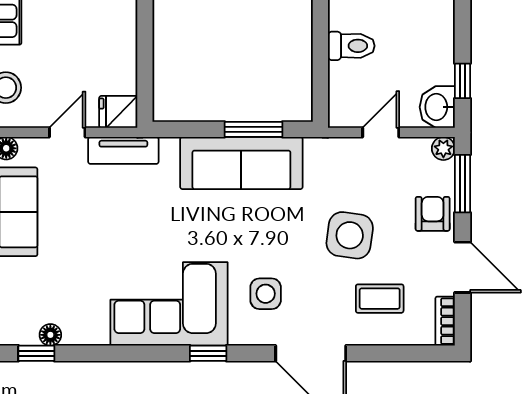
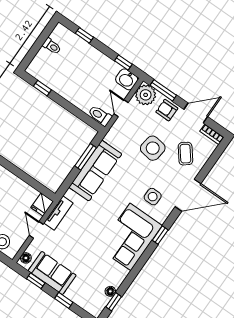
toilet: (351, 46) -> (100, 116), moved, turned -90
plant: (443, 149) -> (146, 95), width x1.88, depth x1.88
coffee table: (380, 299) -> (185, 154), turned -38

